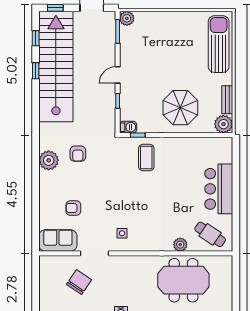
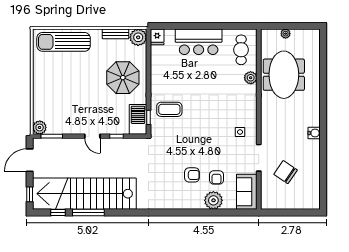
window: (36, 71) -> (88, 212), width x2.17
barbecue: (128, 127) -> (138, 119), width x1.88, depth x1.53
fridge: (224, 144) -> (157, 37), added
armchair: (78, 154) -> (192, 175), moved
plant: (49, 160) -> (213, 200), moved
cafe table: (210, 234) -> (241, 50), turned -34
plant: (227, 282) -> (286, 34), added

